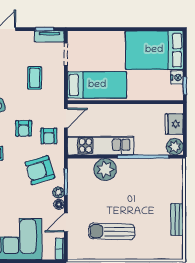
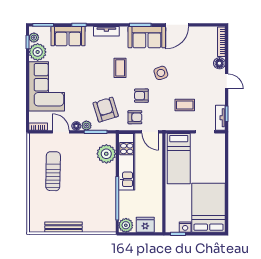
armchair: (49, 136) -> (135, 117), turned 180
plant: (105, 169) -> (106, 154), moved
bench: (177, 219) -> (63, 227), width x1.36

